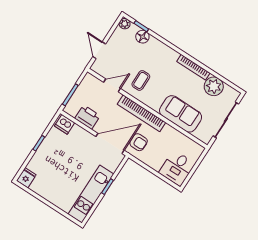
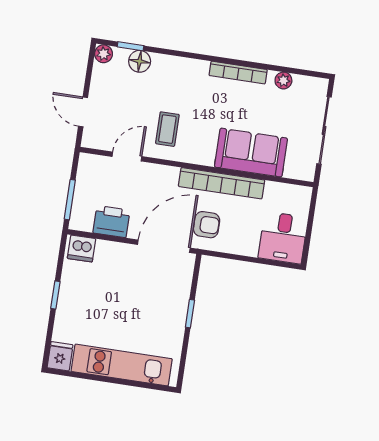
plant: (214, 86) -> (283, 80), width x0.53, depth x0.53
bookcase: (142, 113) -> (222, 183), moved
kitchen unit: (91, 194) -> (122, 365), moved, turned 90

